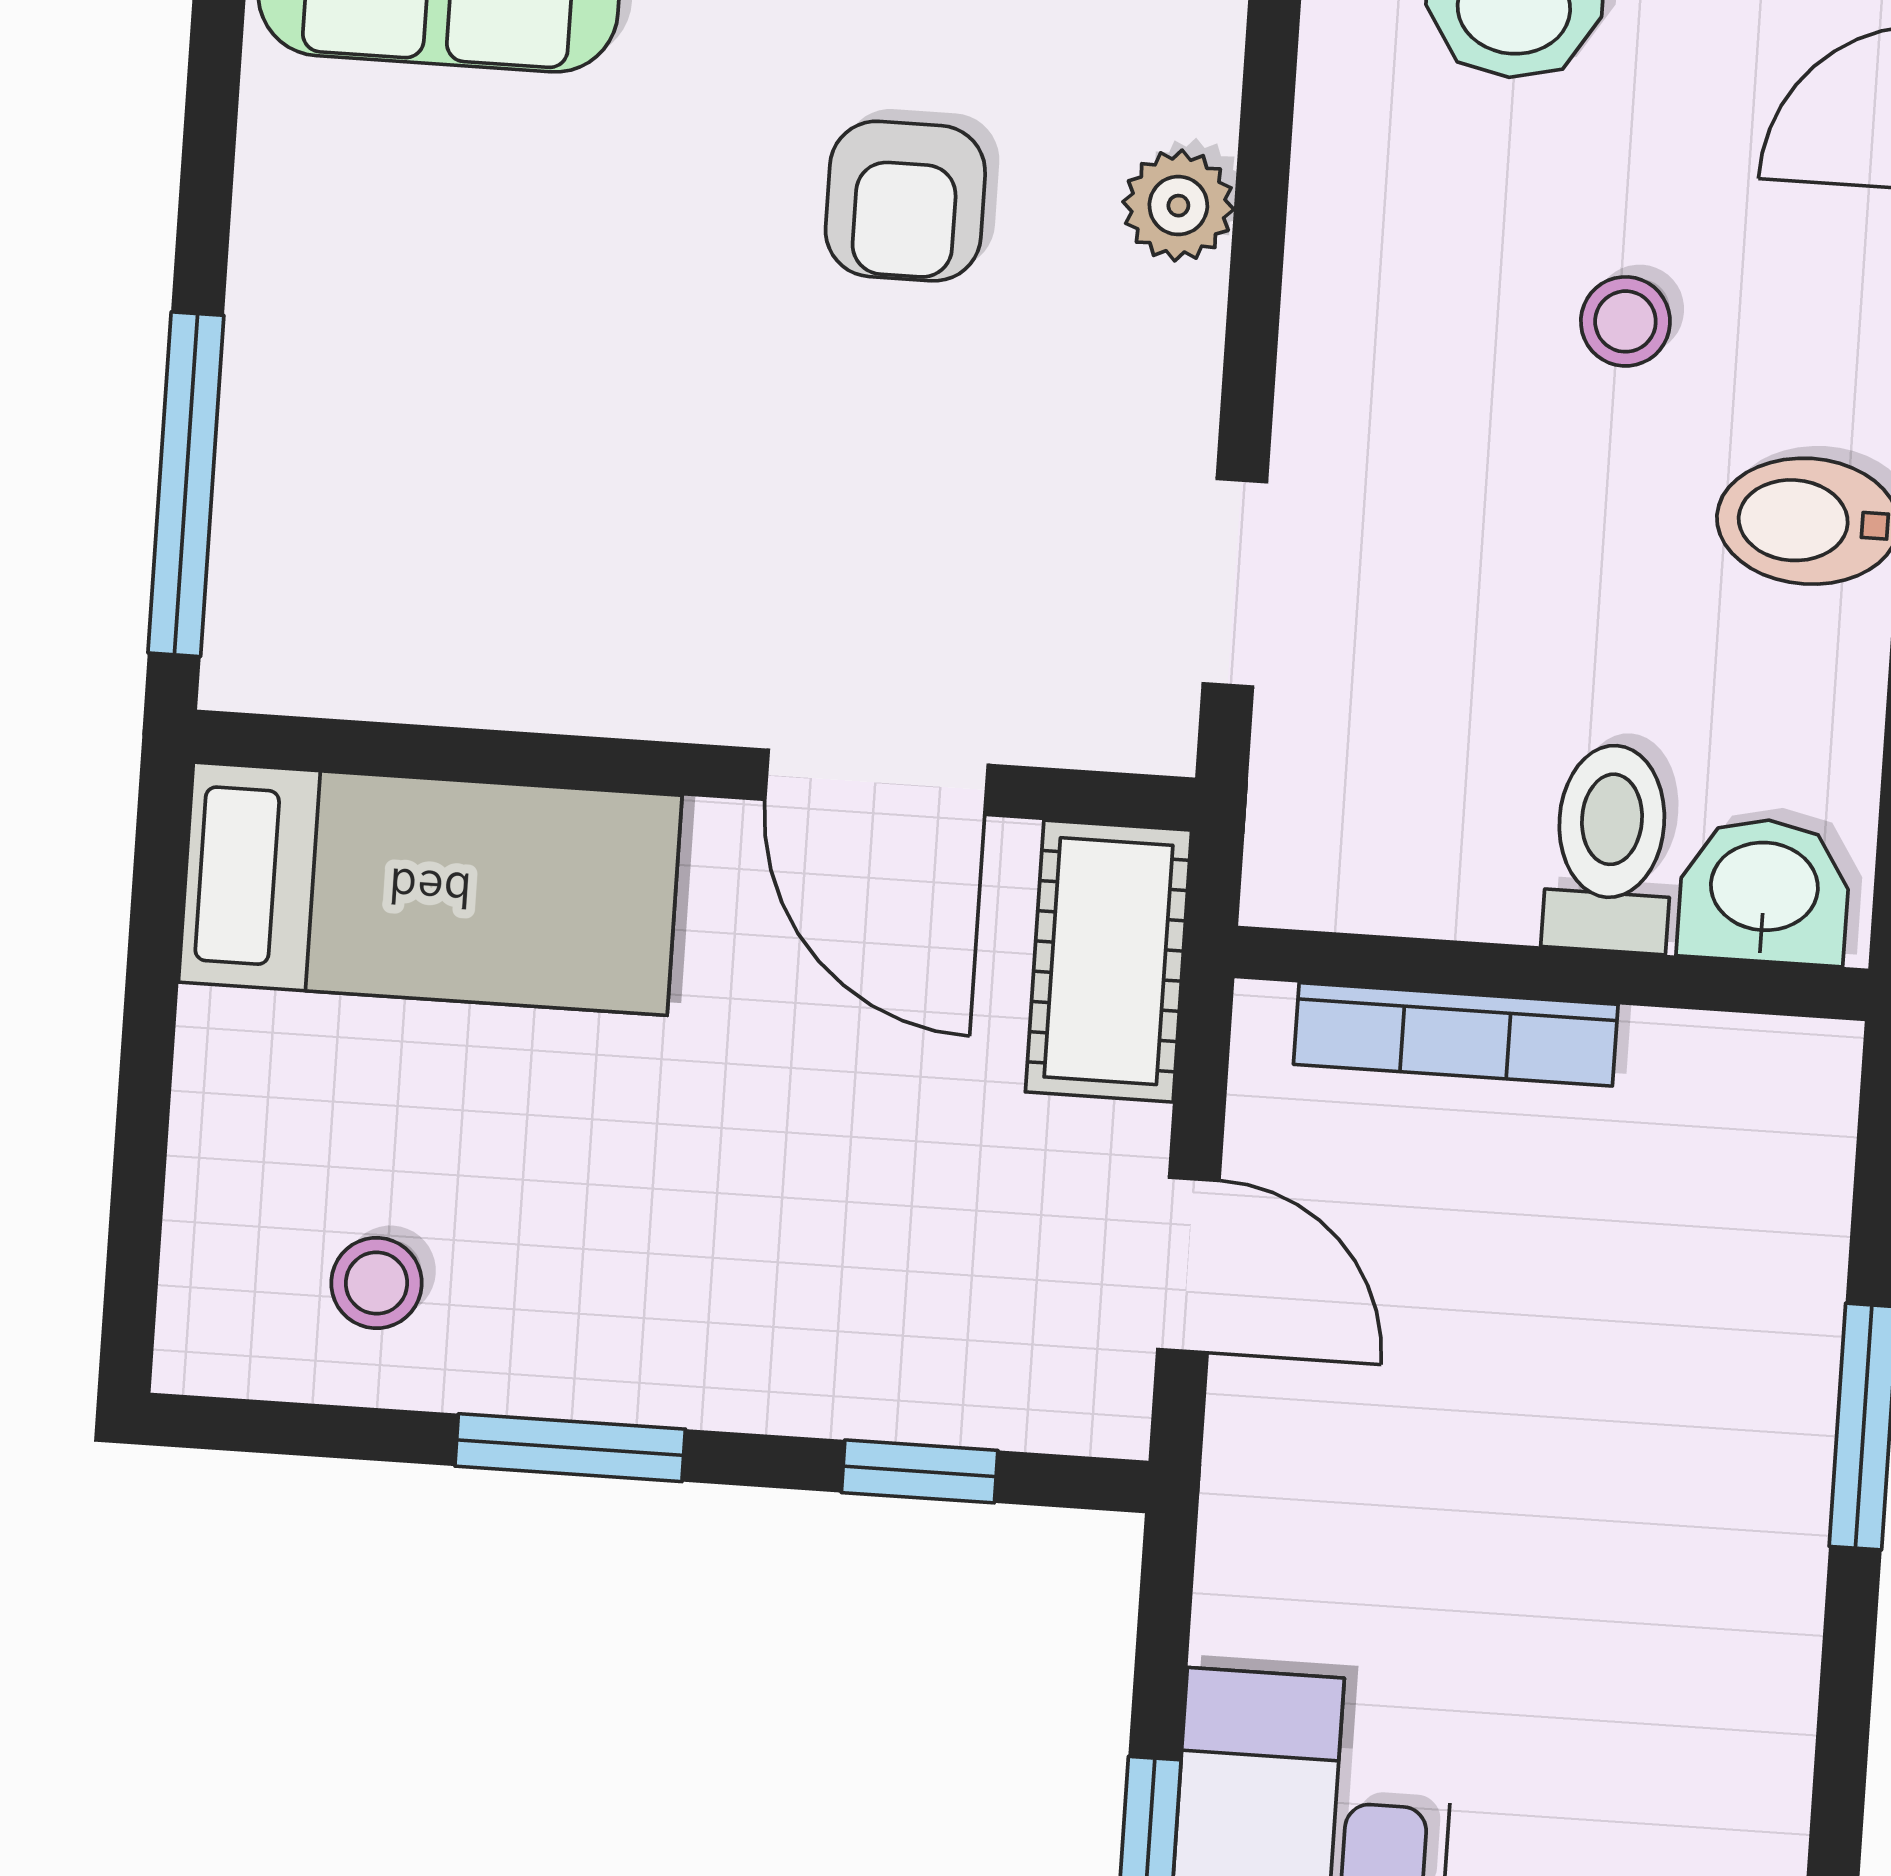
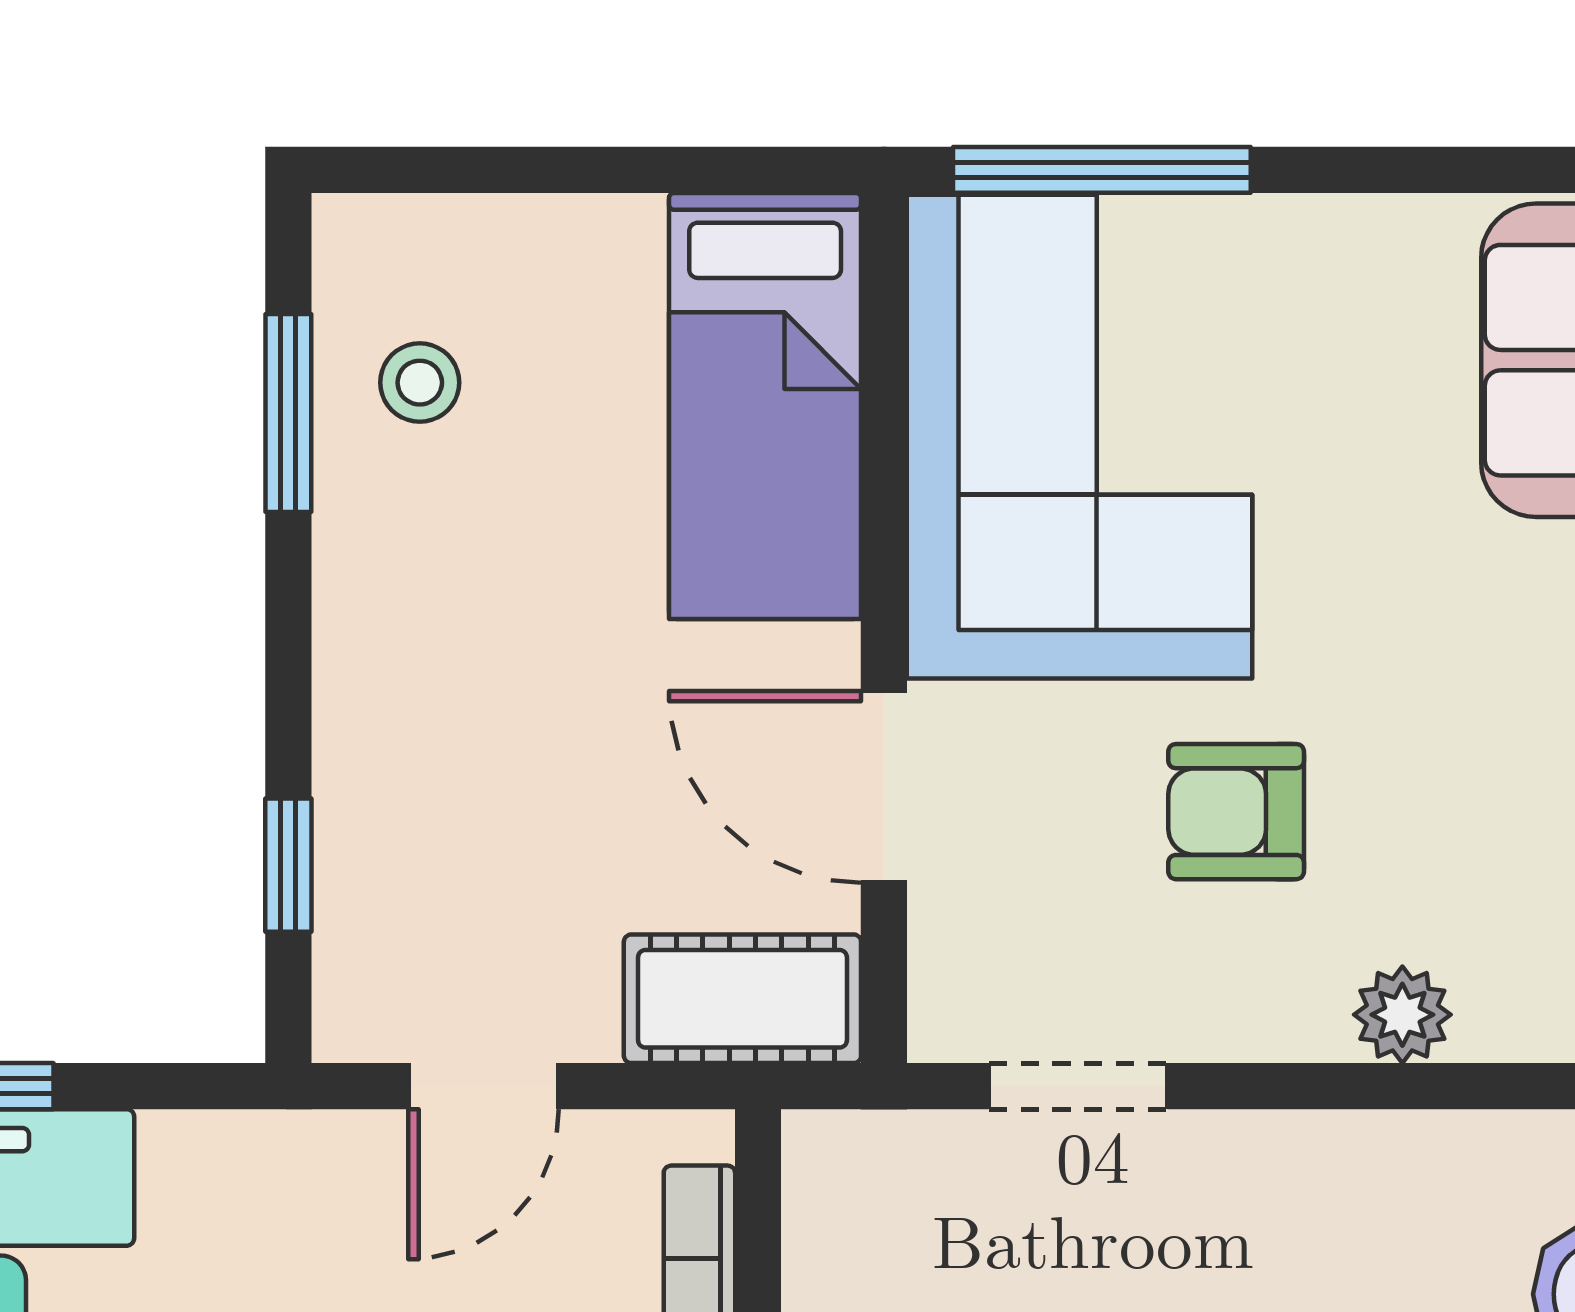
armchair: (905, 201) -> (1236, 812), moved
corner sofa: (490, 531) -> (1079, 437), added
door: (877, 782) -> (884, 787), hinge flipped
window: (570, 1448) -> (288, 413), moved

